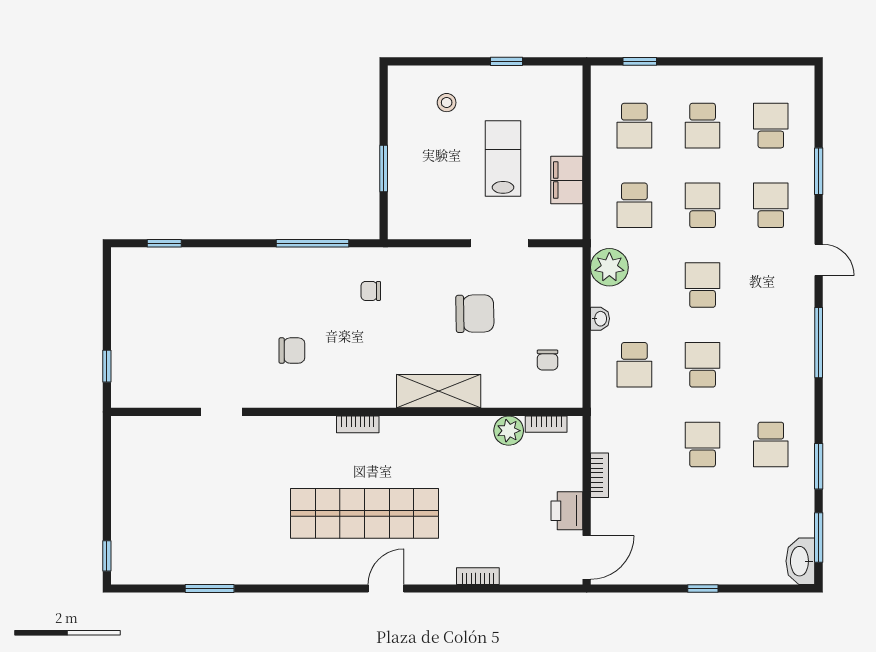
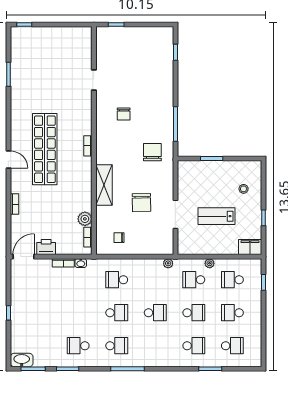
lab bench: (503, 159) -> (216, 216), turned 180
plant: (600, 173) -> (210, 263), added
filing cabinet: (567, 180) -> (250, 247), moved
door: (819, 260) -> (167, 369), removed
plant: (609, 267) -> (168, 263), width x0.53, depth x0.53
chair: (371, 291) -> (152, 152), width x1.87, depth x1.87
washbasin: (600, 319) -> (81, 263), moved
school desk: (703, 445) -> (117, 346), moved
door: (587, 557) -> (23, 257), swing flipped

